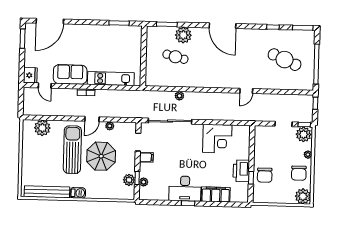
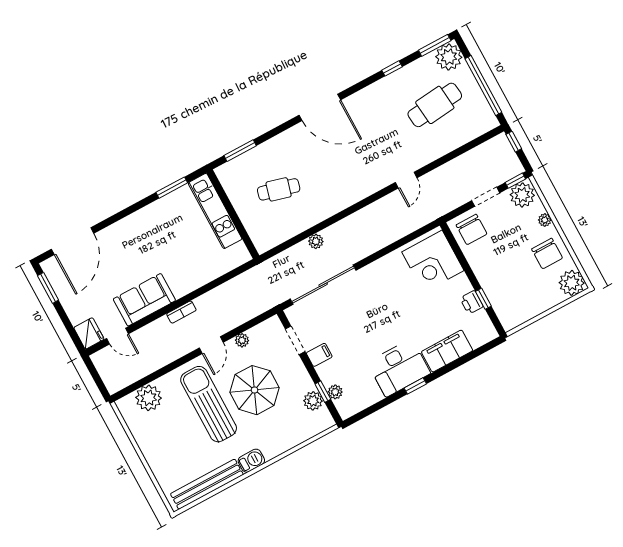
plant: (183, 35) -> (449, 57), moved
cafe table: (285, 60) -> (435, 105), turned -30
kitchen unit: (111, 79) -> (215, 211), moved, turned -90
corner desk: (217, 139) -> (433, 261), moved, turned 90
printer: (241, 171) -> (472, 302), width x0.53, depth x0.68
chair: (265, 175) -> (472, 229), moved

